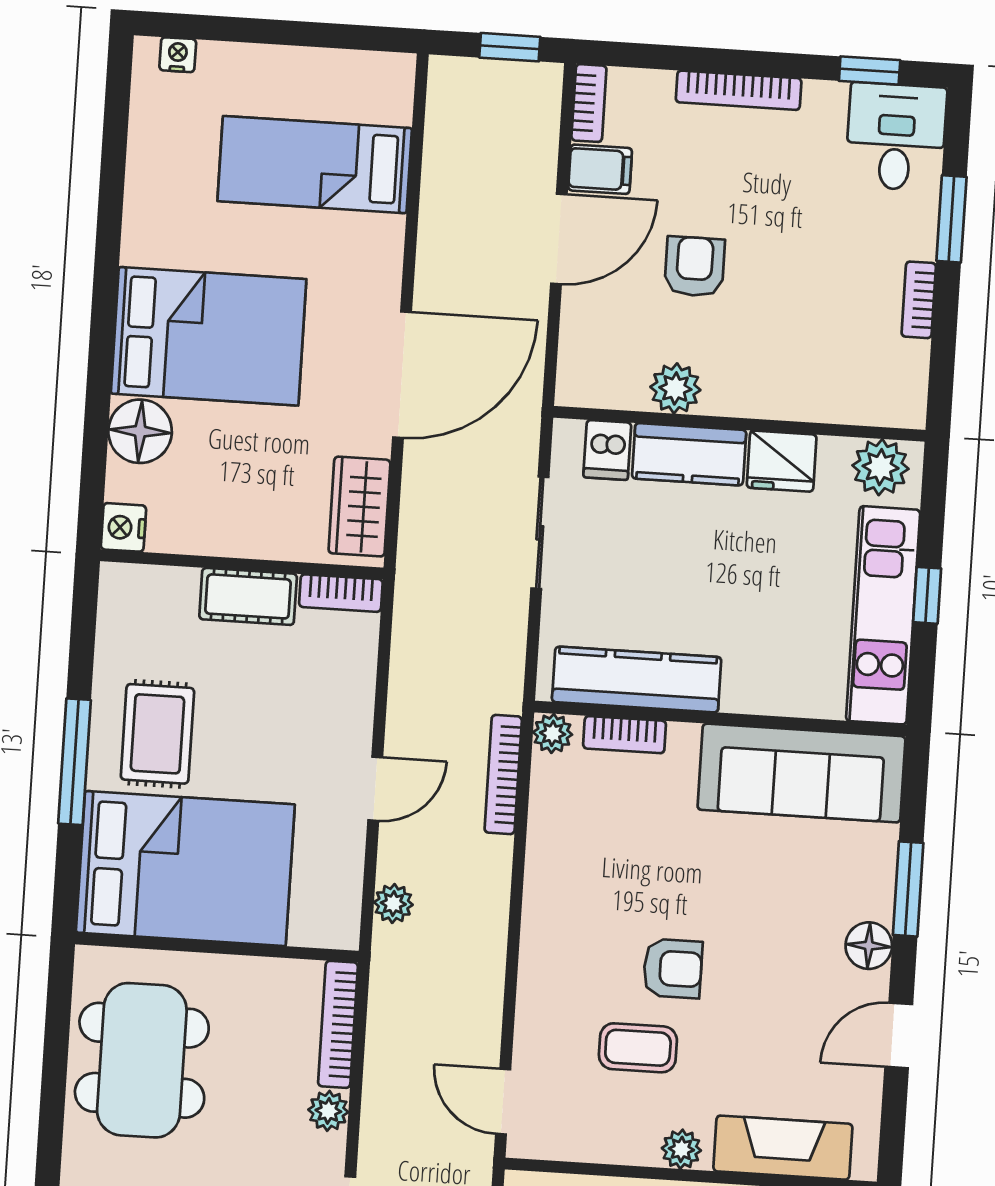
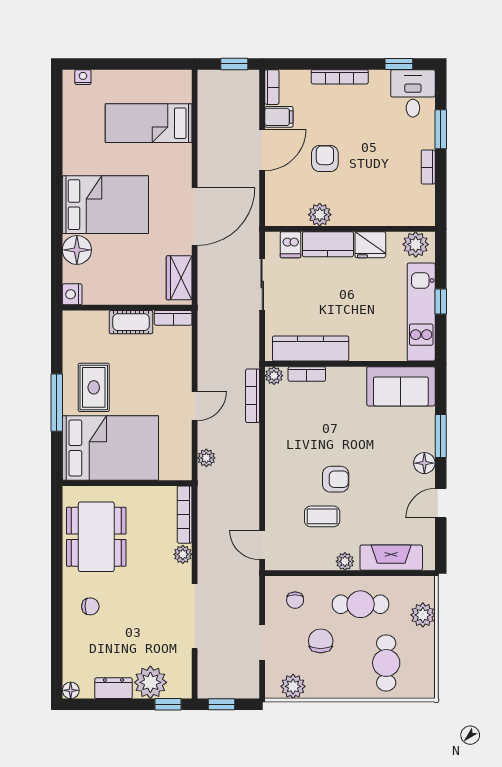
sofa: (801, 773) -> (401, 386), width x0.73

